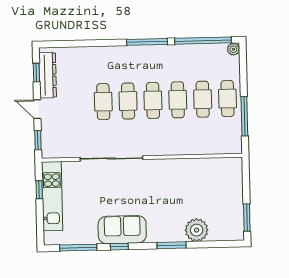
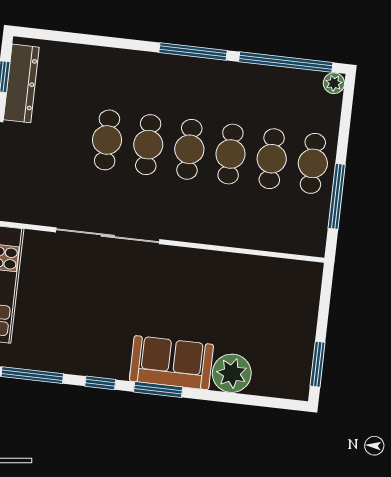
sofa: (122, 230) -> (171, 363), moved
window: (172, 245) -> (158, 389), moved

